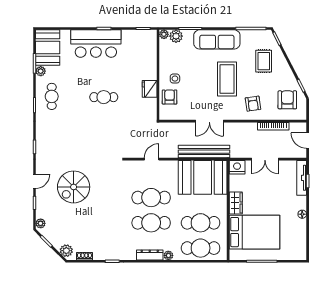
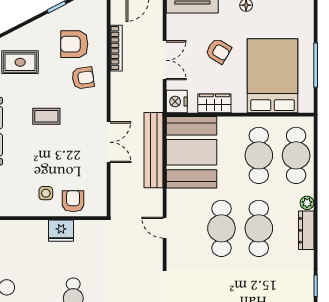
coffee table: (227, 79) -> (46, 116), width x0.54, depth x0.58
armchair: (170, 97) -> (73, 201), turned 90
armchair: (287, 100) -> (74, 44), moved
armchair: (271, 195) -> (218, 51), added
wardrobe: (236, 203) -> (214, 103), moved

